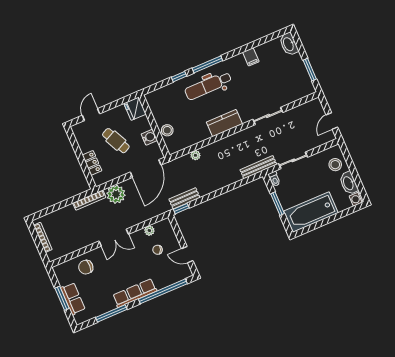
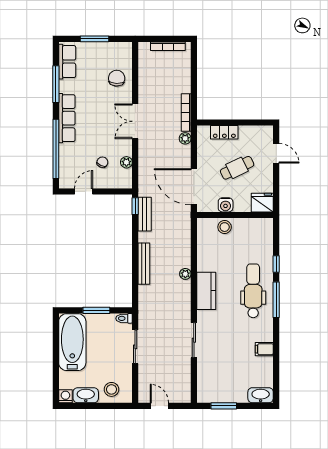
plant: (195, 155) -> (185, 274), moved
bench: (258, 167) -> (144, 264), moved
plant: (116, 194) -> (185, 138), width x0.53, depth x0.53
row of seats: (73, 299) -> (67, 62), moved, turned -90

